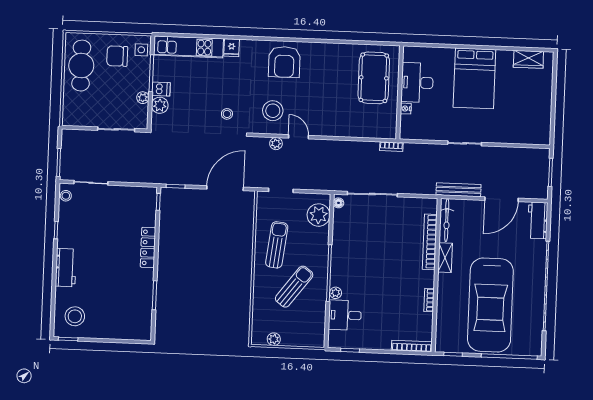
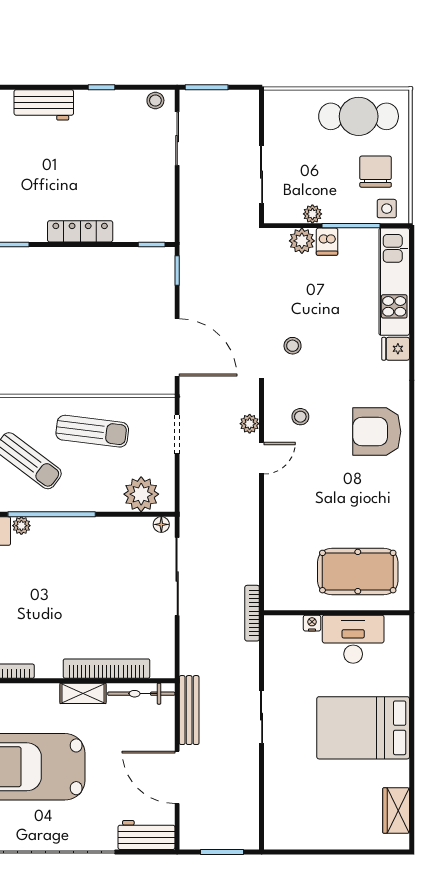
stool: (273, 111) -> (300, 417), width x0.53, depth x0.53
bookcase: (391, 147) -> (252, 613), width x1.56

